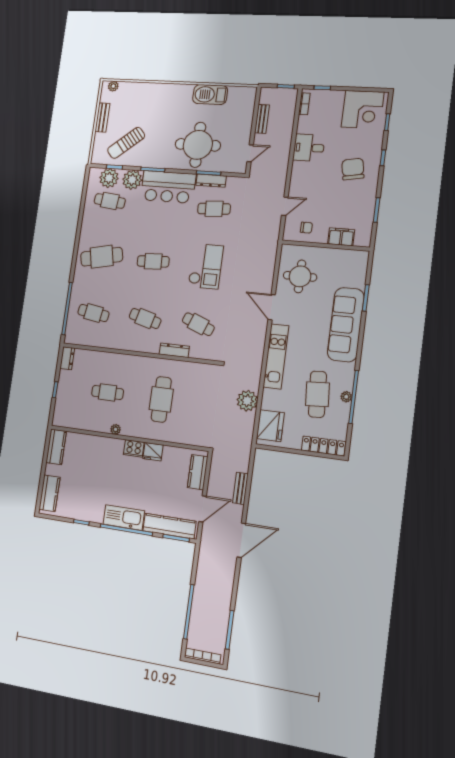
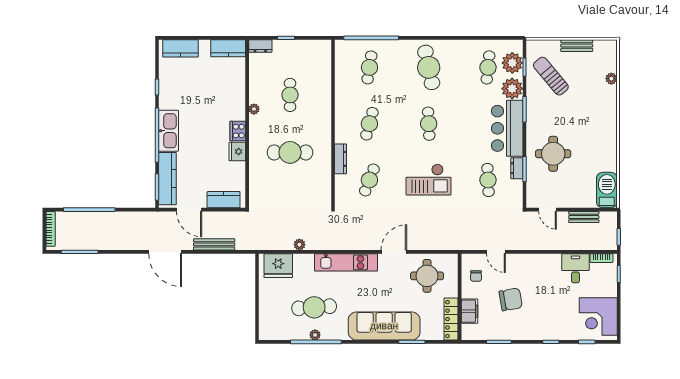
plant: (113, 86) -> (611, 79), moved
barbecue: (210, 95) -> (607, 190), moved
round table: (198, 145) -> (553, 154), width x0.73, depth x0.73
desk: (309, 148) -> (575, 268), moved
chair: (353, 169) -> (511, 299), moved
dresser: (211, 181) -> (517, 168), width x0.70
dresser: (67, 358) -> (260, 46), moved
plant: (247, 401) -> (299, 245), width x0.53, depth x0.53
locker: (323, 446) -> (451, 319), moved, turned 180
bench: (240, 488) -> (214, 244), width x1.36

